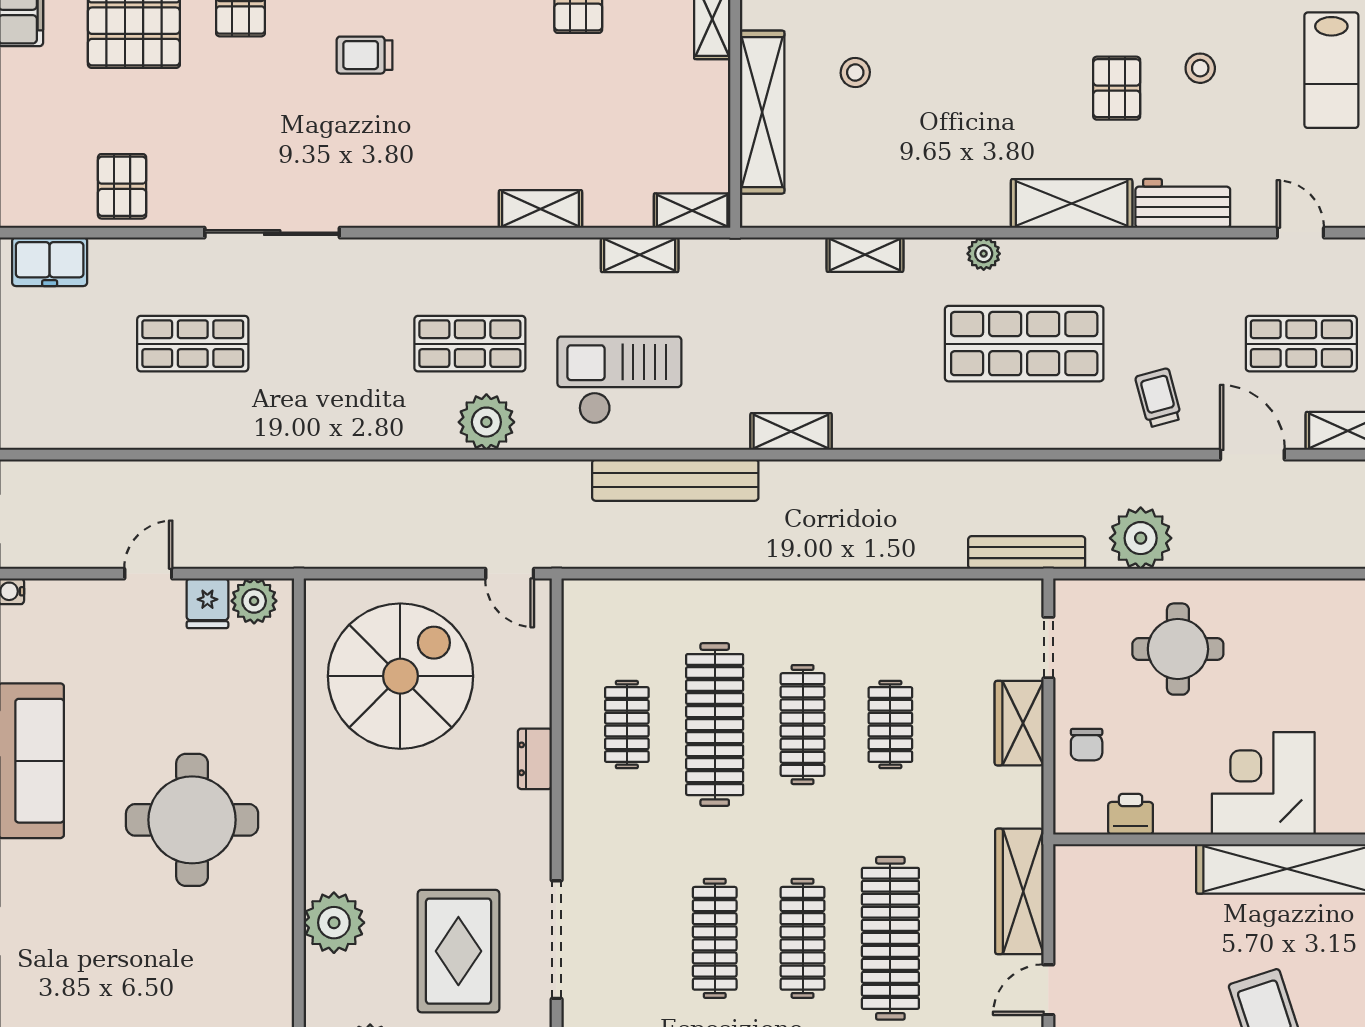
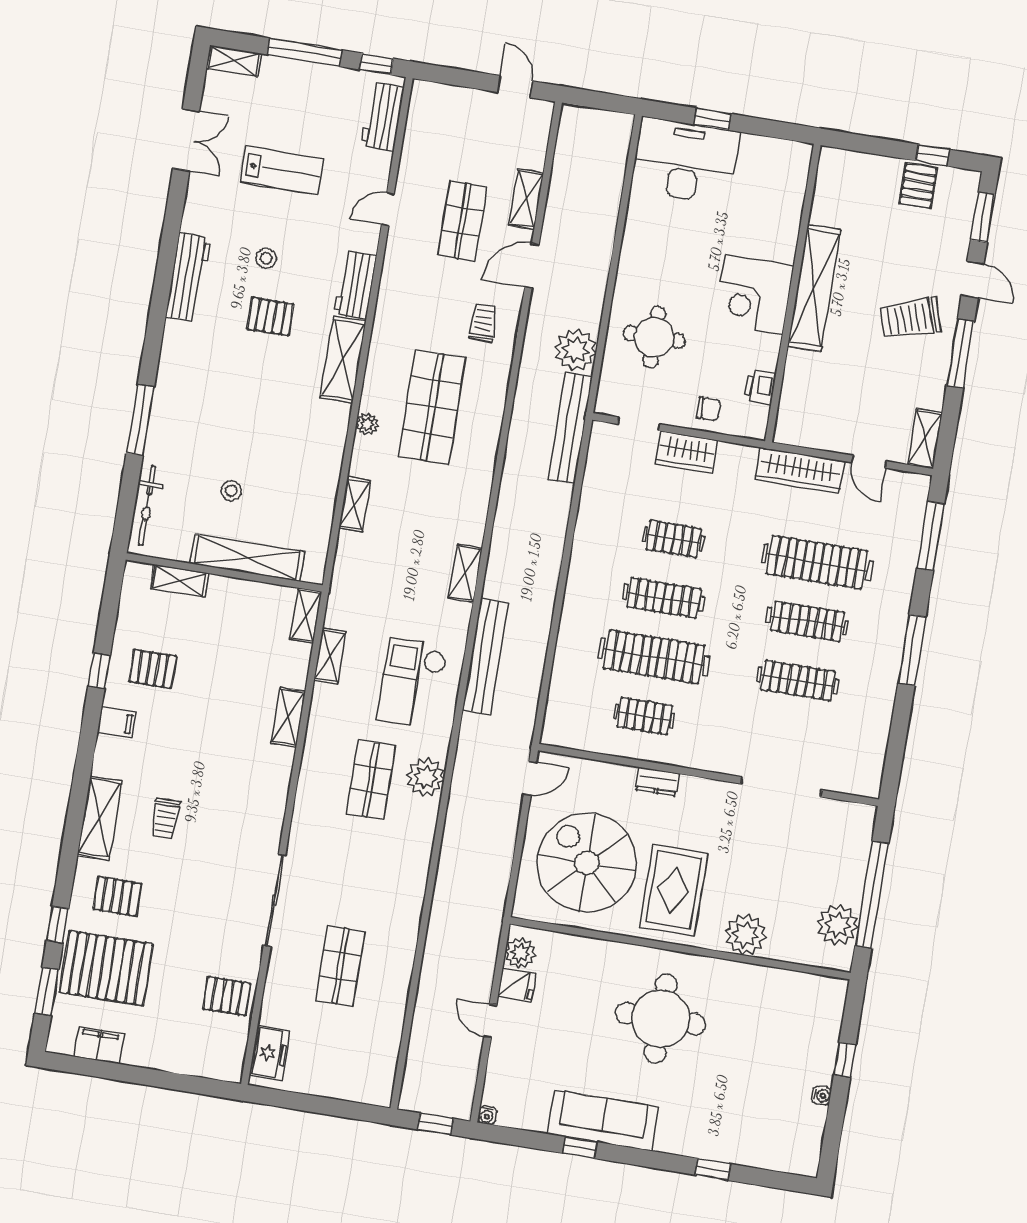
trolley: (1158, 398) -> (483, 323), turned 105
bench: (1027, 552) -> (570, 428), width x1.37, depth x1.21
rug: (458, 951) -> (674, 890), moved, turned 90

